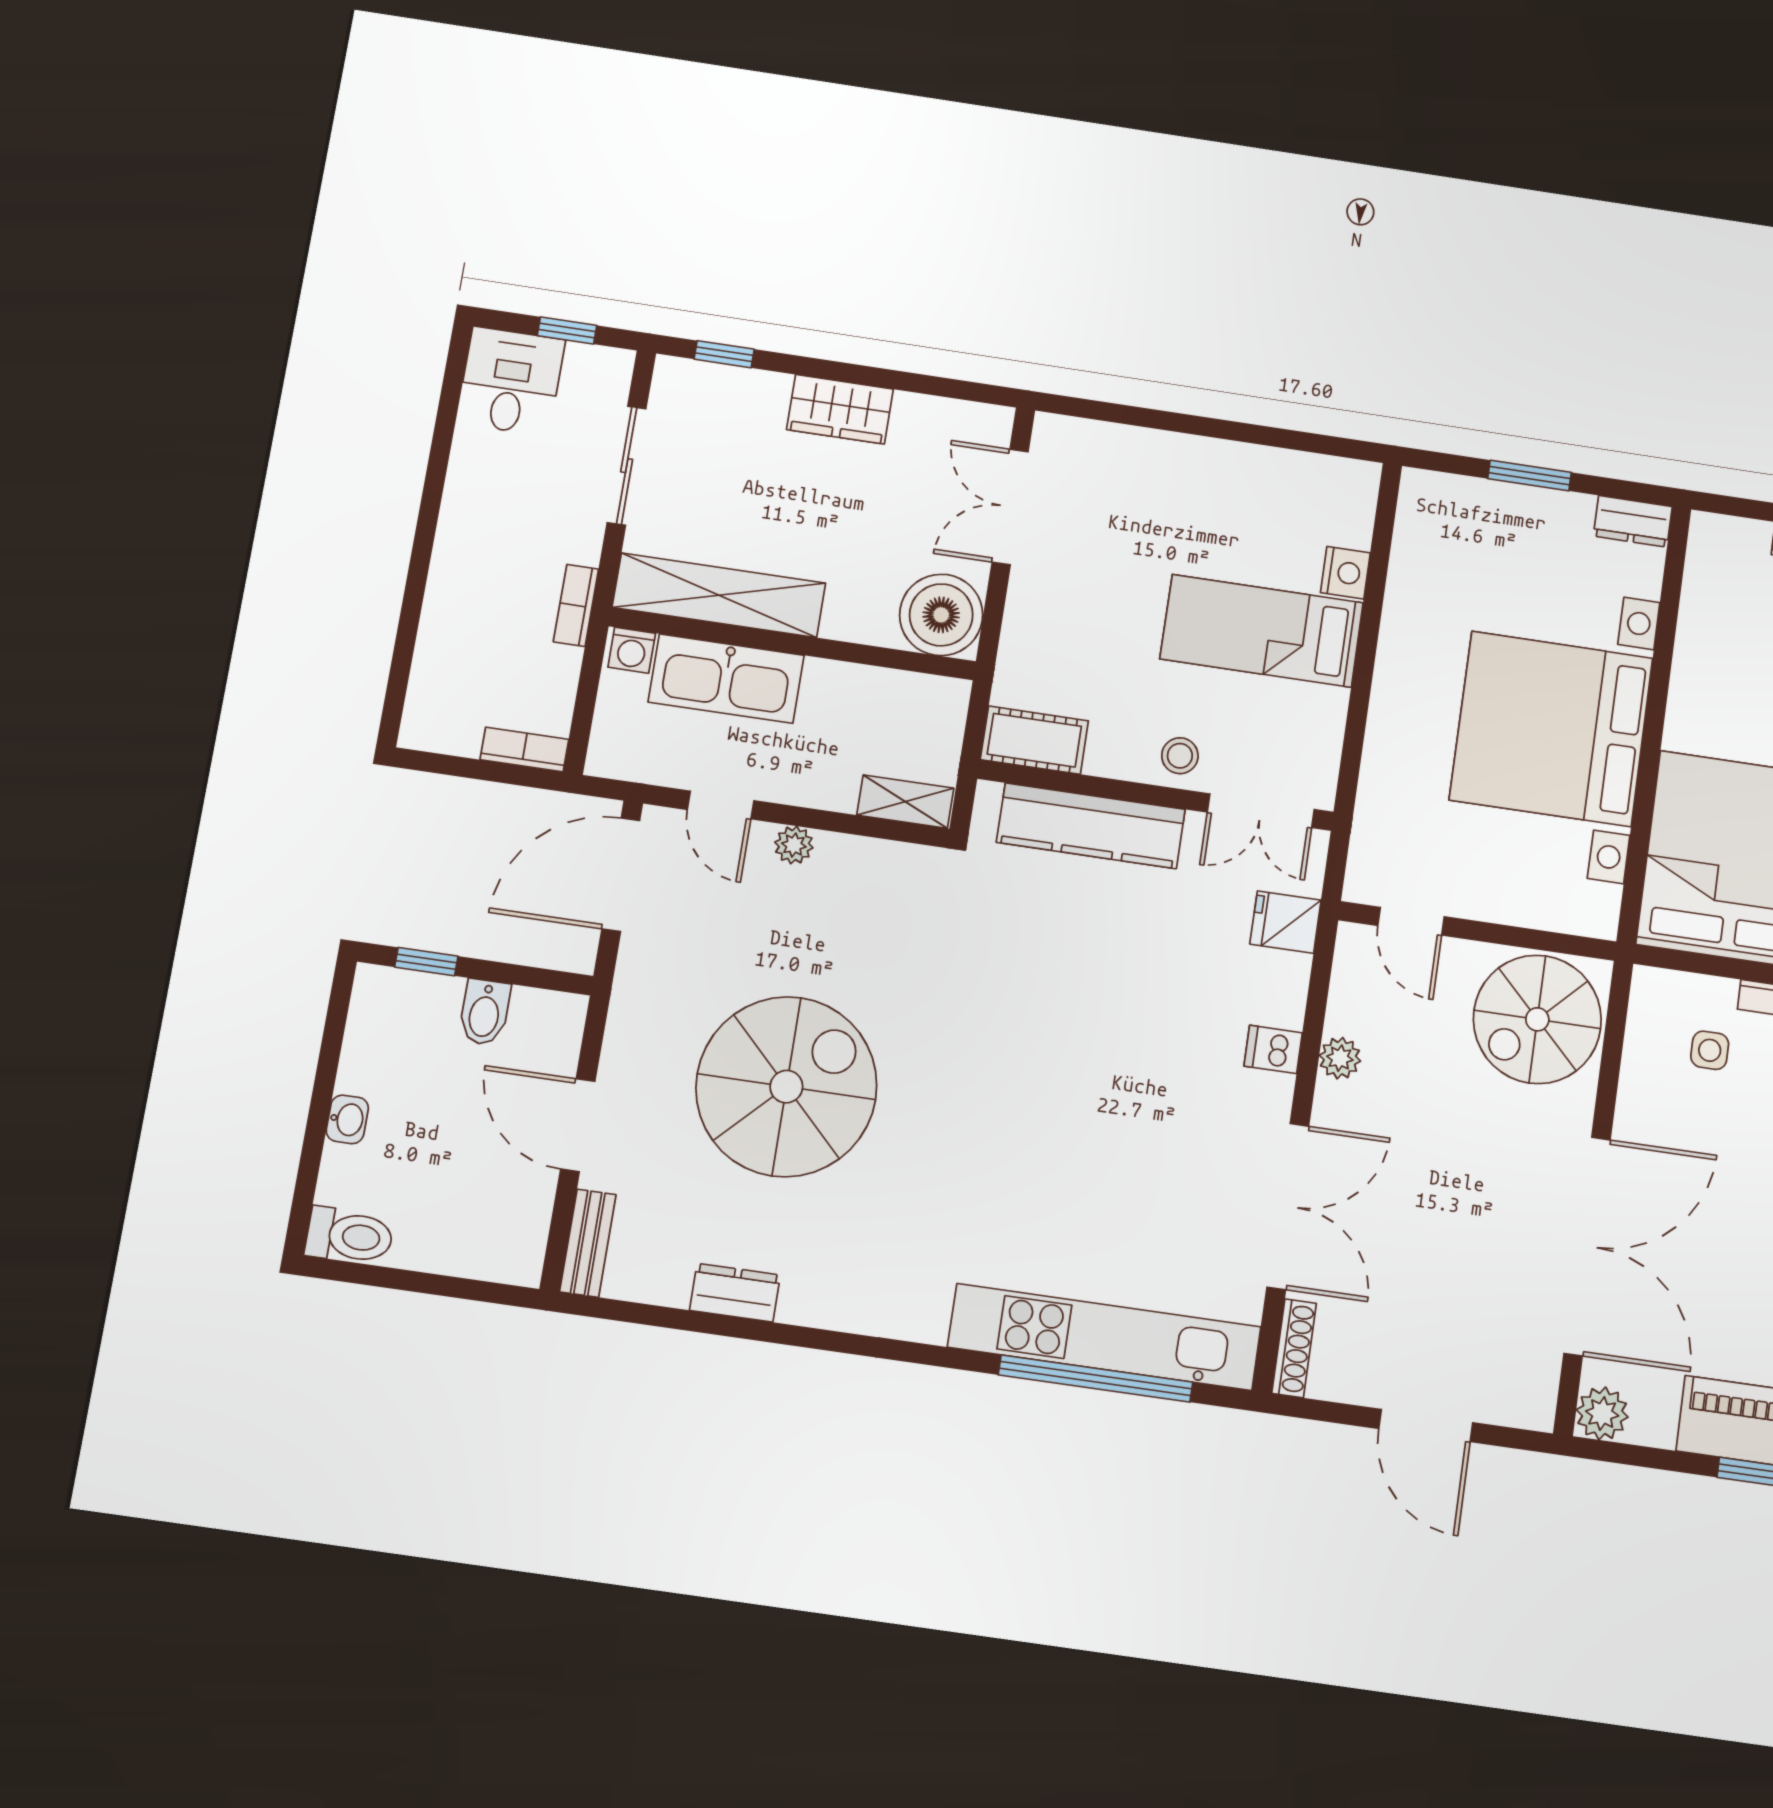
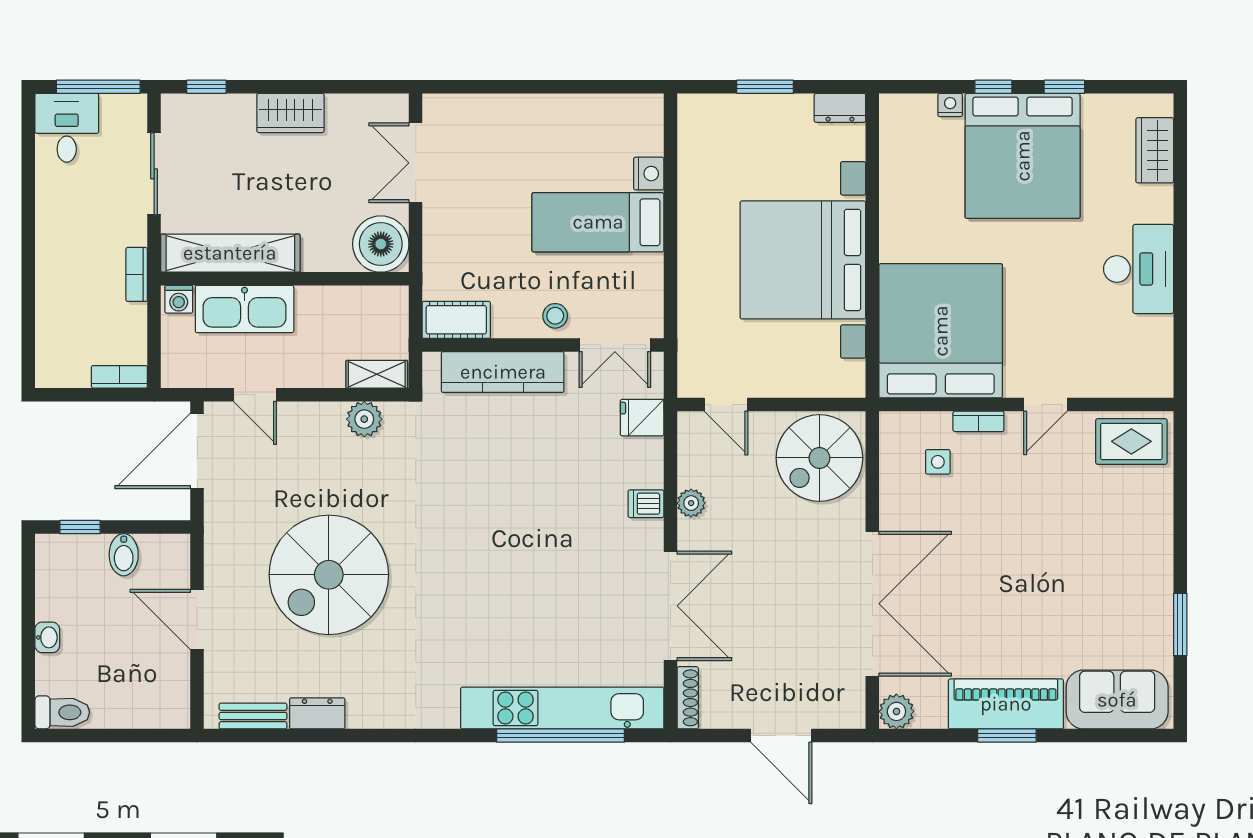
window: (567, 330) -> (98, 87), width x2.17
plant: (794, 845) -> (364, 419), moved, width x1.38, depth x1.38
spiral stairs: (786, 1087) -> (329, 575), turned 180
bench: (588, 1243) -> (253, 716), moved, turned 90

